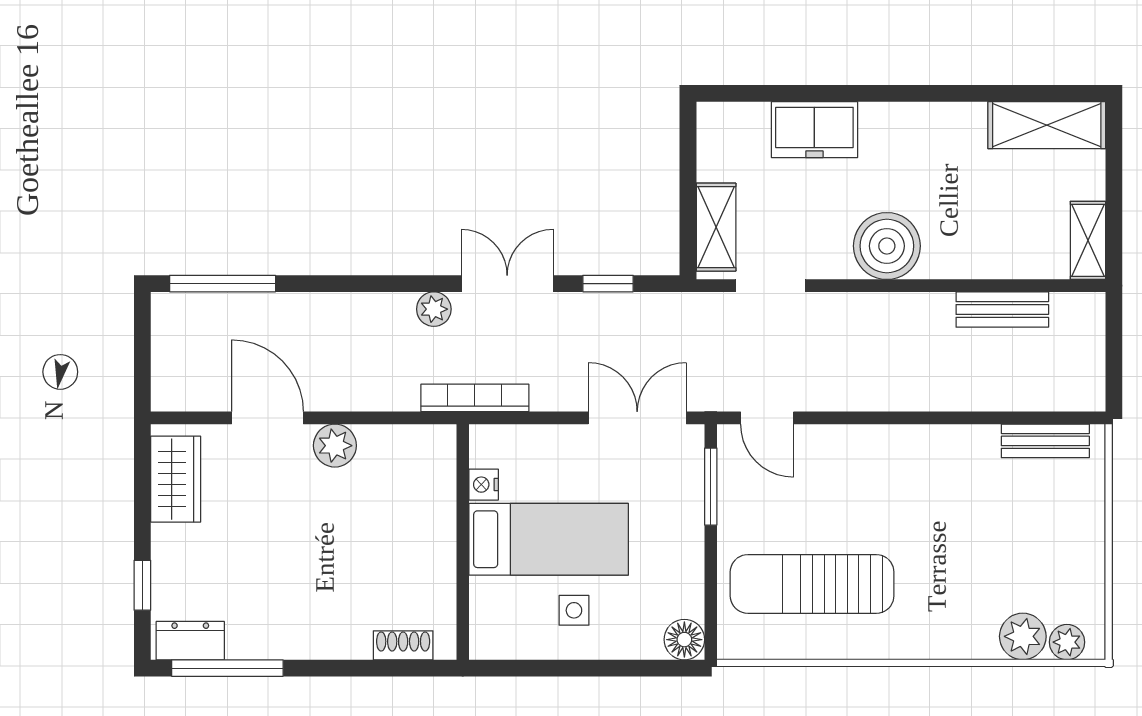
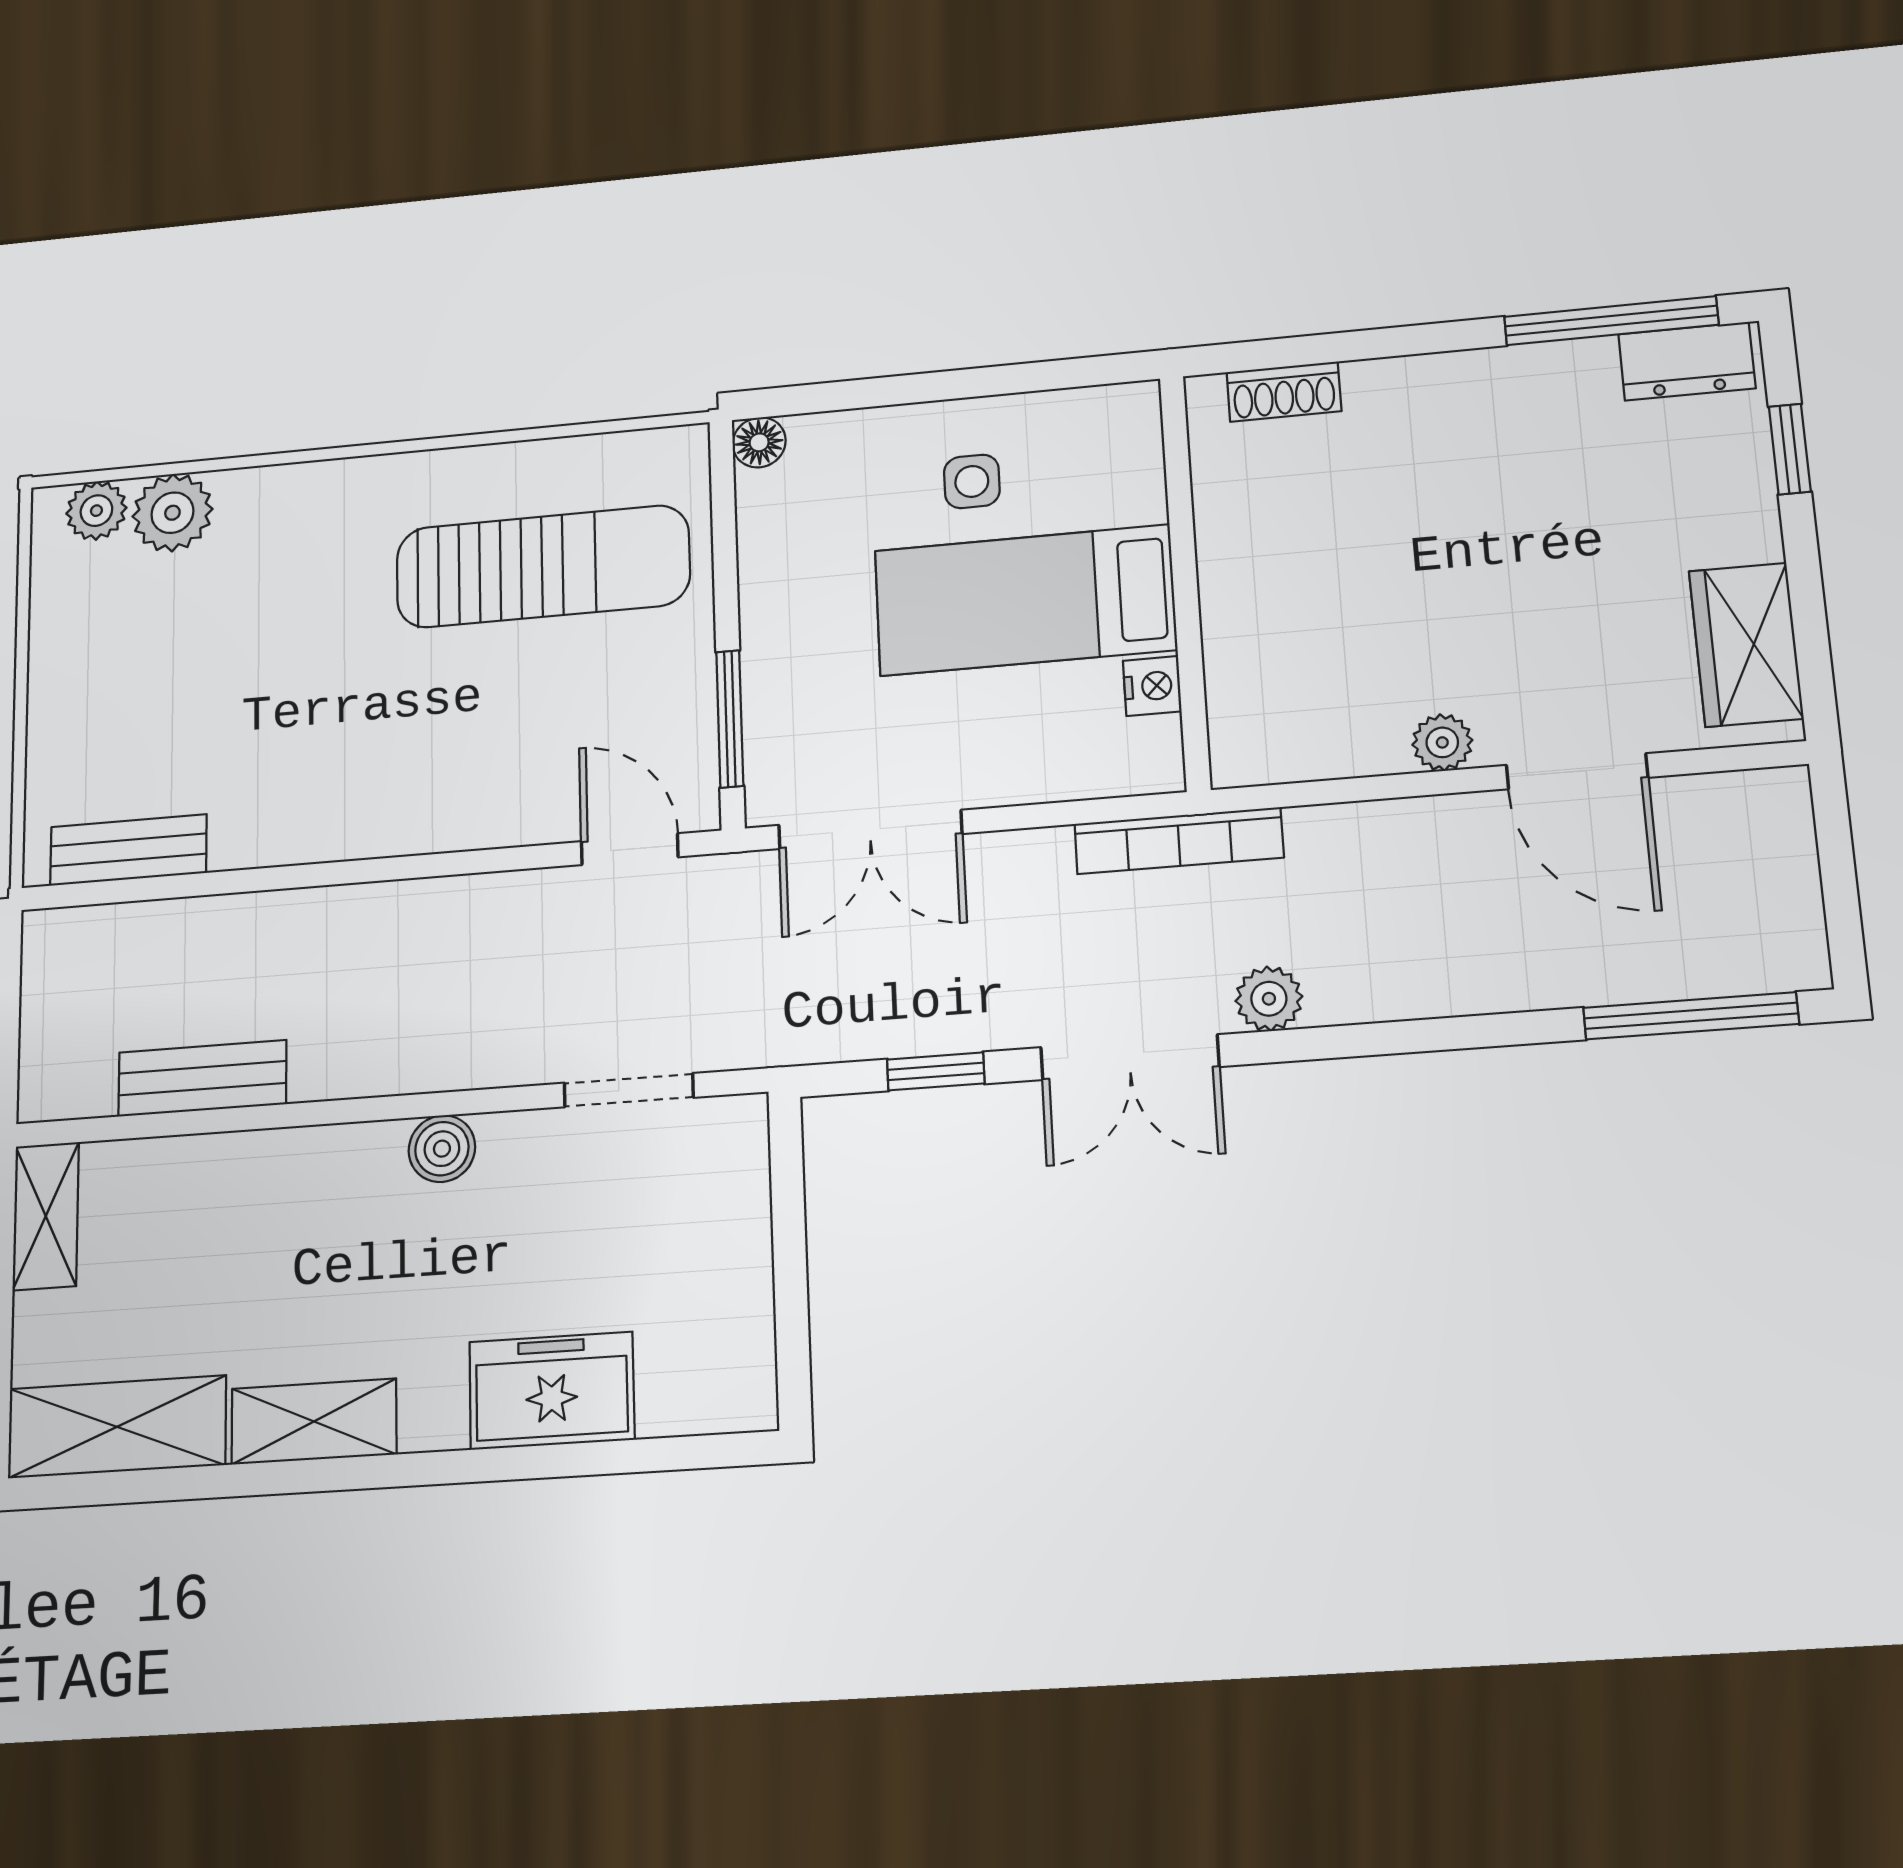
shelving: (716, 227) -> (314, 1421), moved, turned 90
boiler: (887, 246) -> (442, 1149), width x0.54, depth x0.54
plant: (335, 446) -> (1442, 742), width x0.73, depth x0.73
floor lamp: (684, 640) -> (759, 442), width x0.73, depth x0.73

